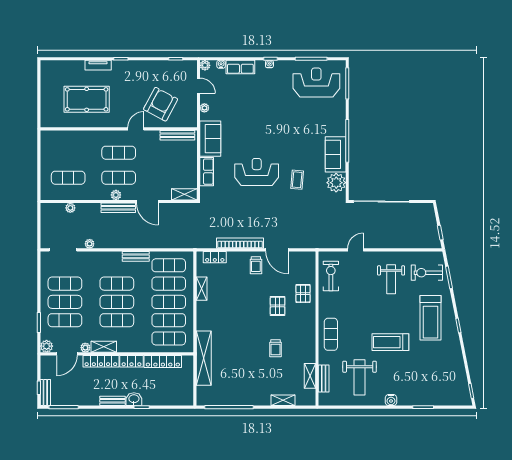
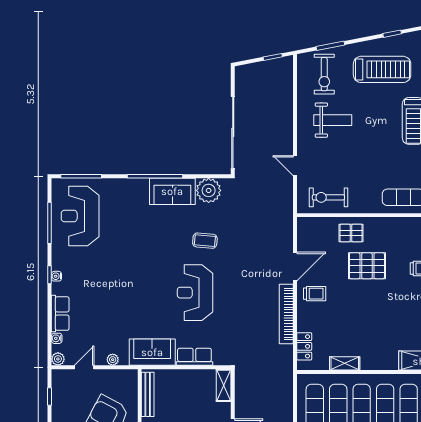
pallet: (278, 306) -> (367, 266), width x1.50, depth x1.42

